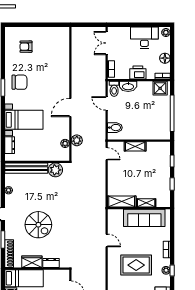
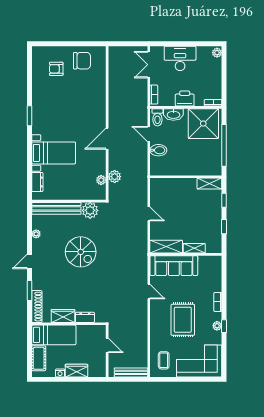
desk: (144, 38) -> (180, 58), moved
floor lamp: (165, 58) -> (216, 82), removed
chair: (19, 82) -> (82, 61), moved
shower: (160, 88) -> (203, 124), width x1.86, depth x1.86
bidet: (115, 128) -> (158, 150), moved
shelving: (135, 146) -> (209, 184), moved
door: (107, 154) -> (149, 214), moved
sofa: (144, 218) -> (174, 266), moved
spiral stairs: (38, 225) -> (81, 252), moved
rug: (136, 265) -> (183, 320), turned 90

